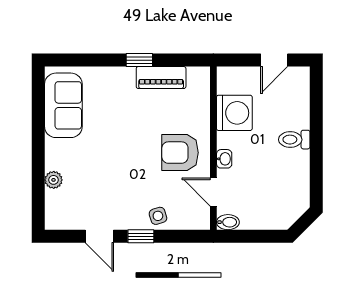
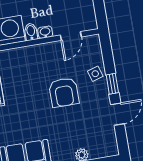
armchair: (180, 153) -> (64, 92), moved
bidet: (228, 222) -> (31, 32), moved

